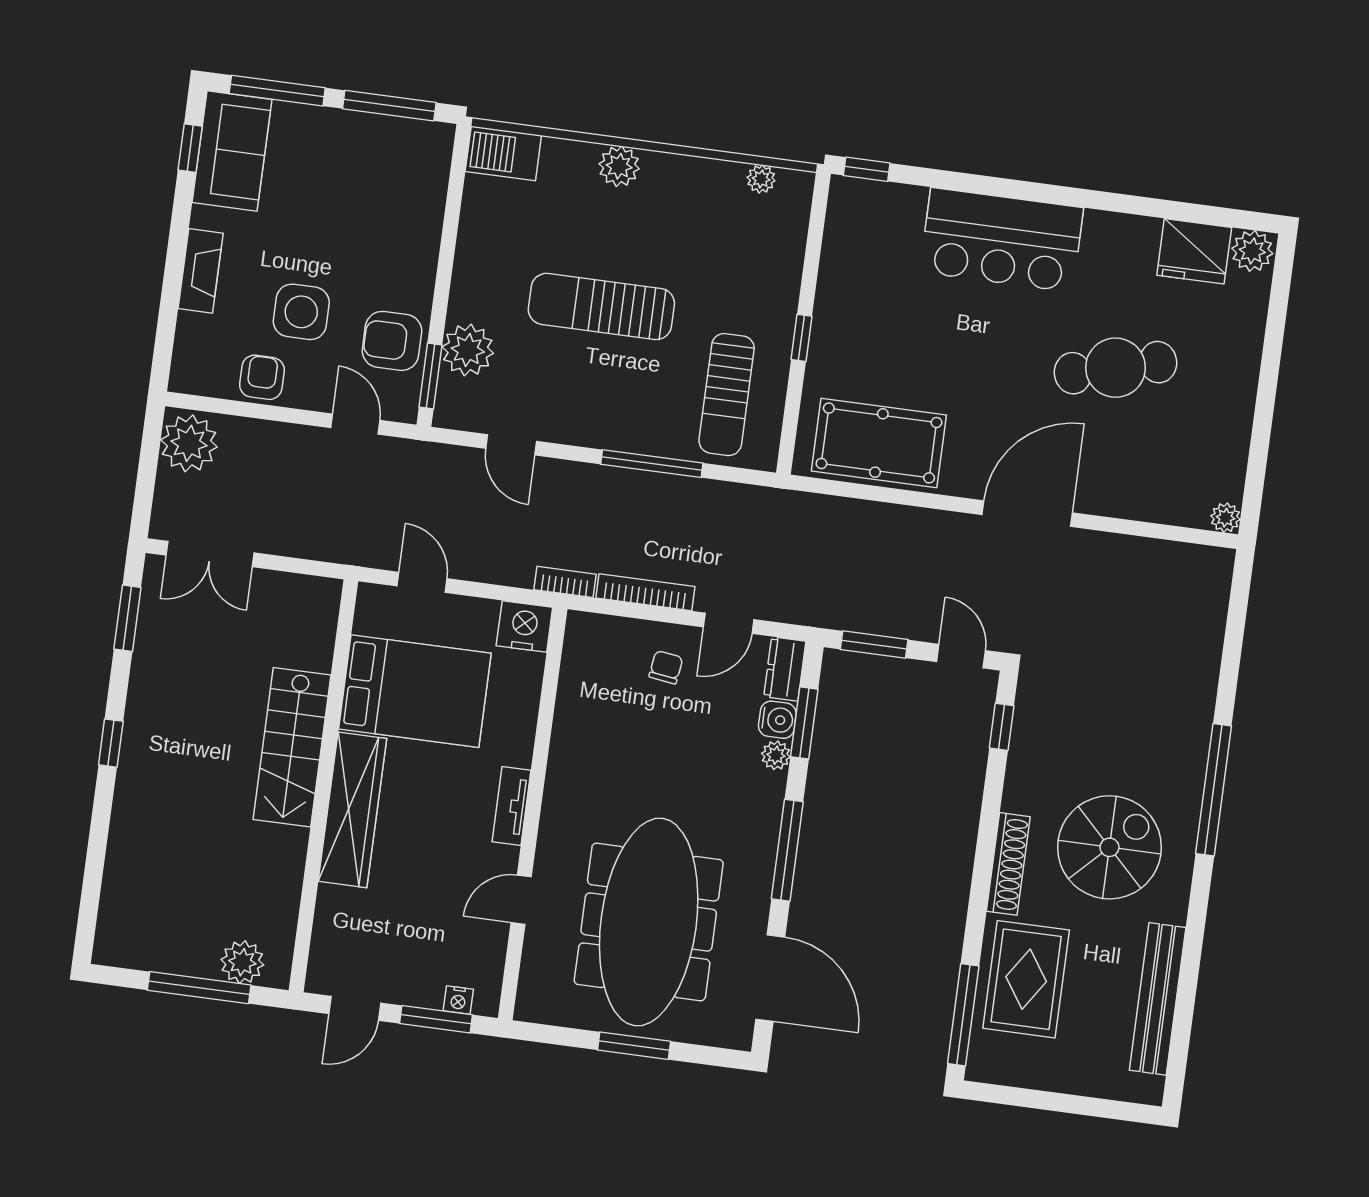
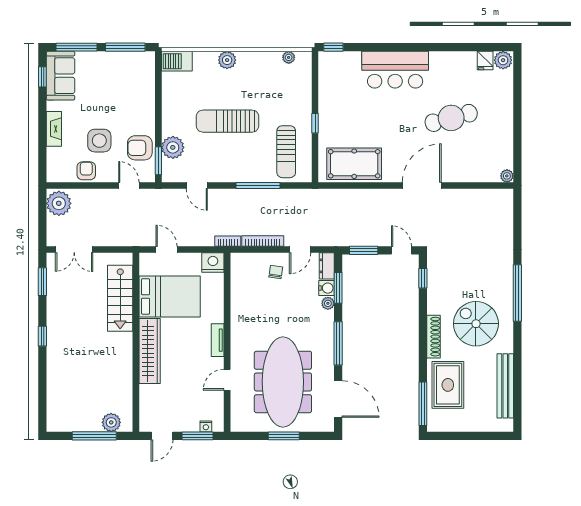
fridge: (1194, 251) -> (485, 61), width x0.53, depth x0.75
stairs: (292, 747) -> (120, 298), moved
spiral stairs: (1109, 847) -> (476, 324), turned -90

